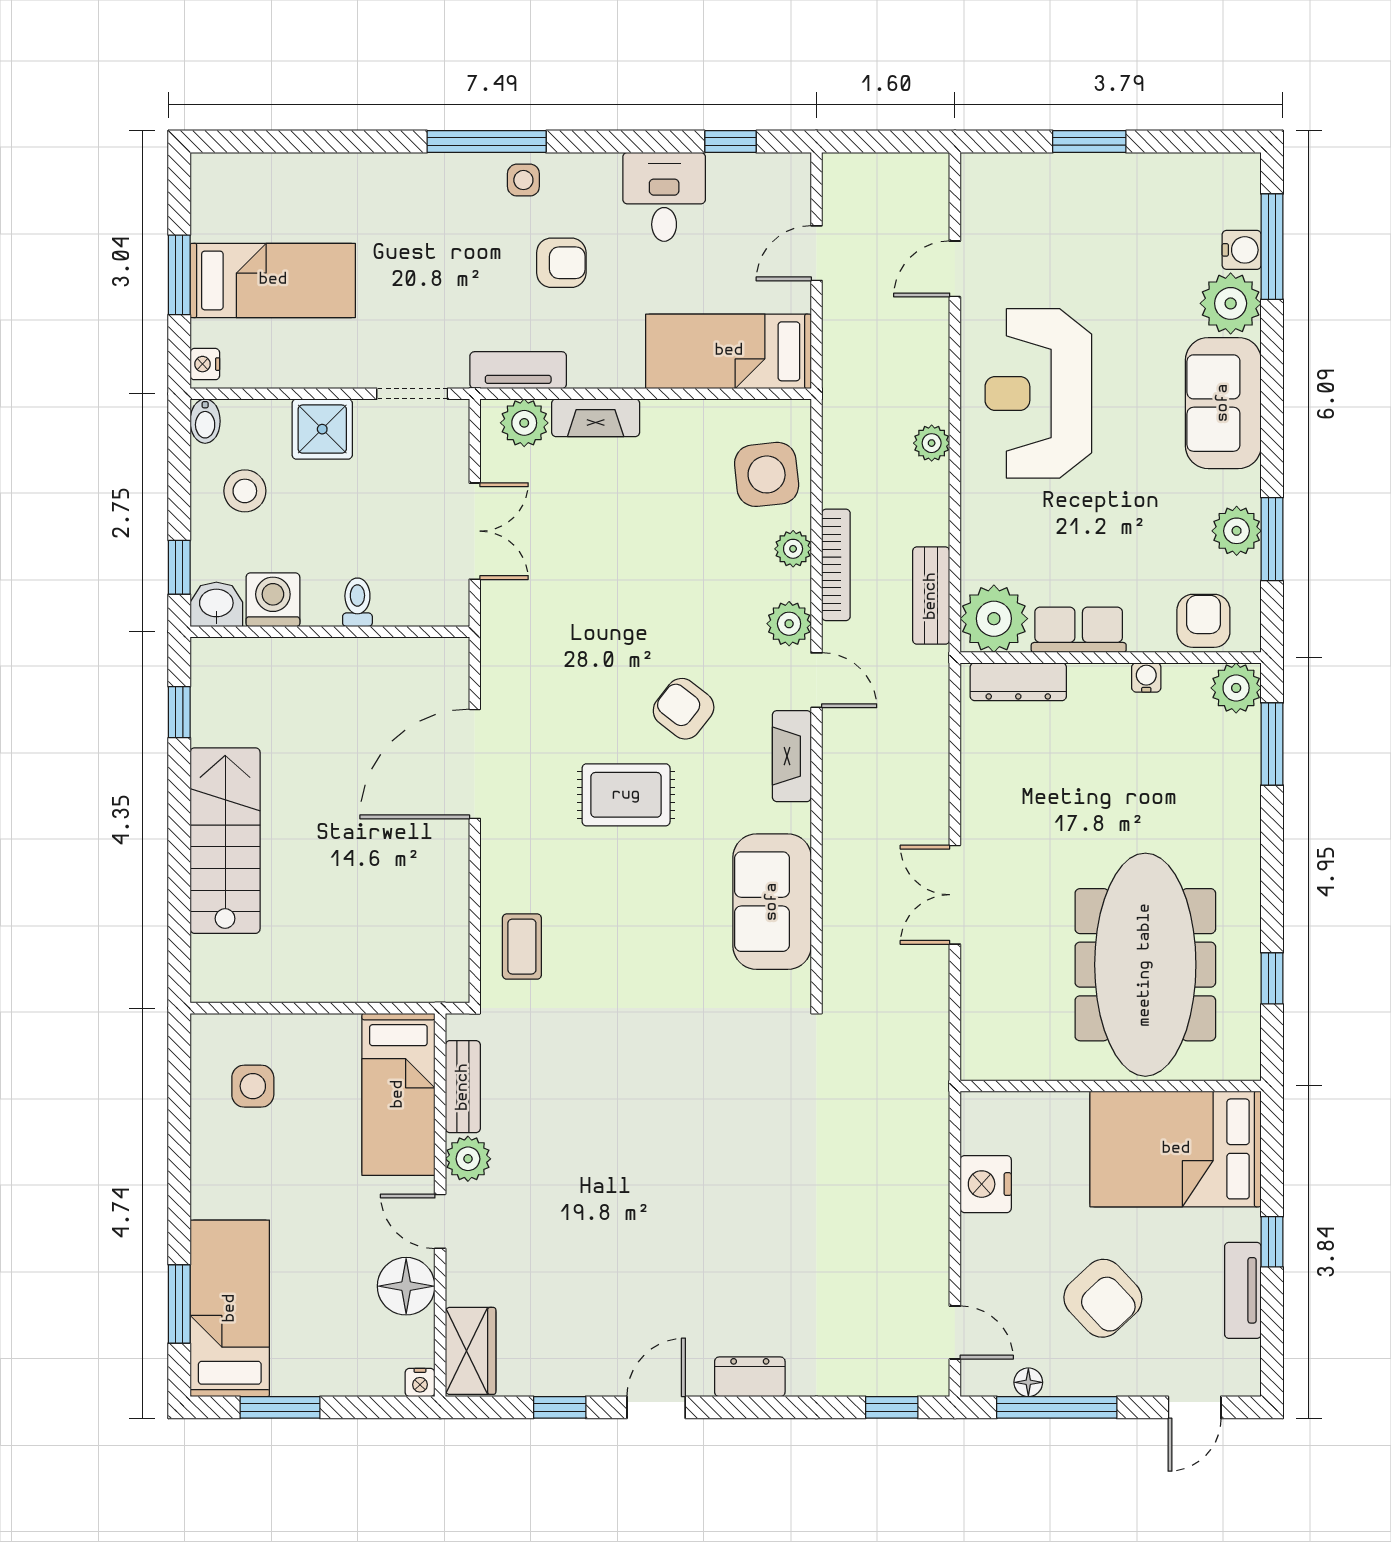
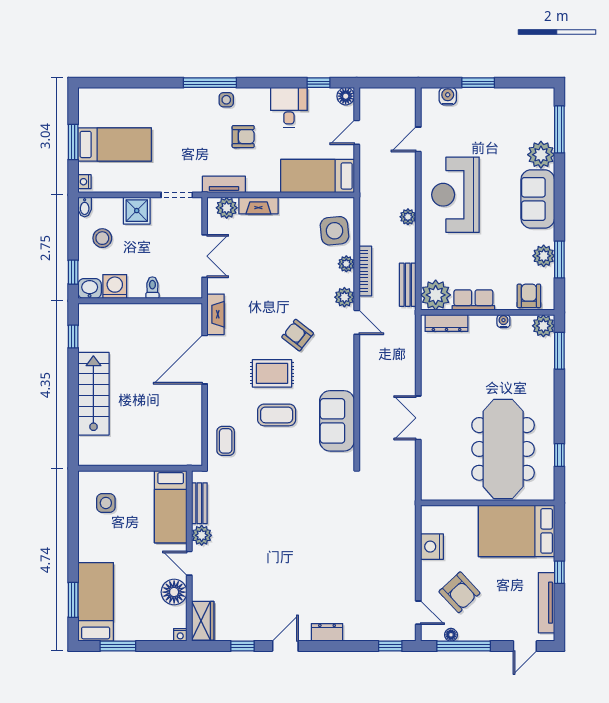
floor lamp: (792, 172) -> (346, 96), added
water cooler: (1242, 250) -> (448, 96), moved, turned -90
fireplace: (792, 756) -> (216, 314), moved, turned 180
coffee table: (637, 888) -> (277, 415), added
tv unit: (1243, 1290) -> (546, 603), width x1.41
armchair: (1103, 1298) -> (459, 592), moved

